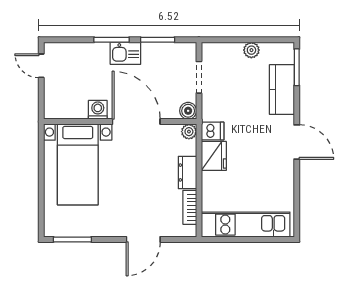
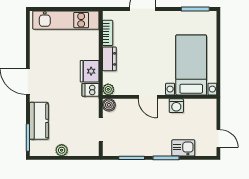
kitchen sink: (125, 53) -> (183, 148), moved
door: (136, 122) -> (148, 97), width x0.53

